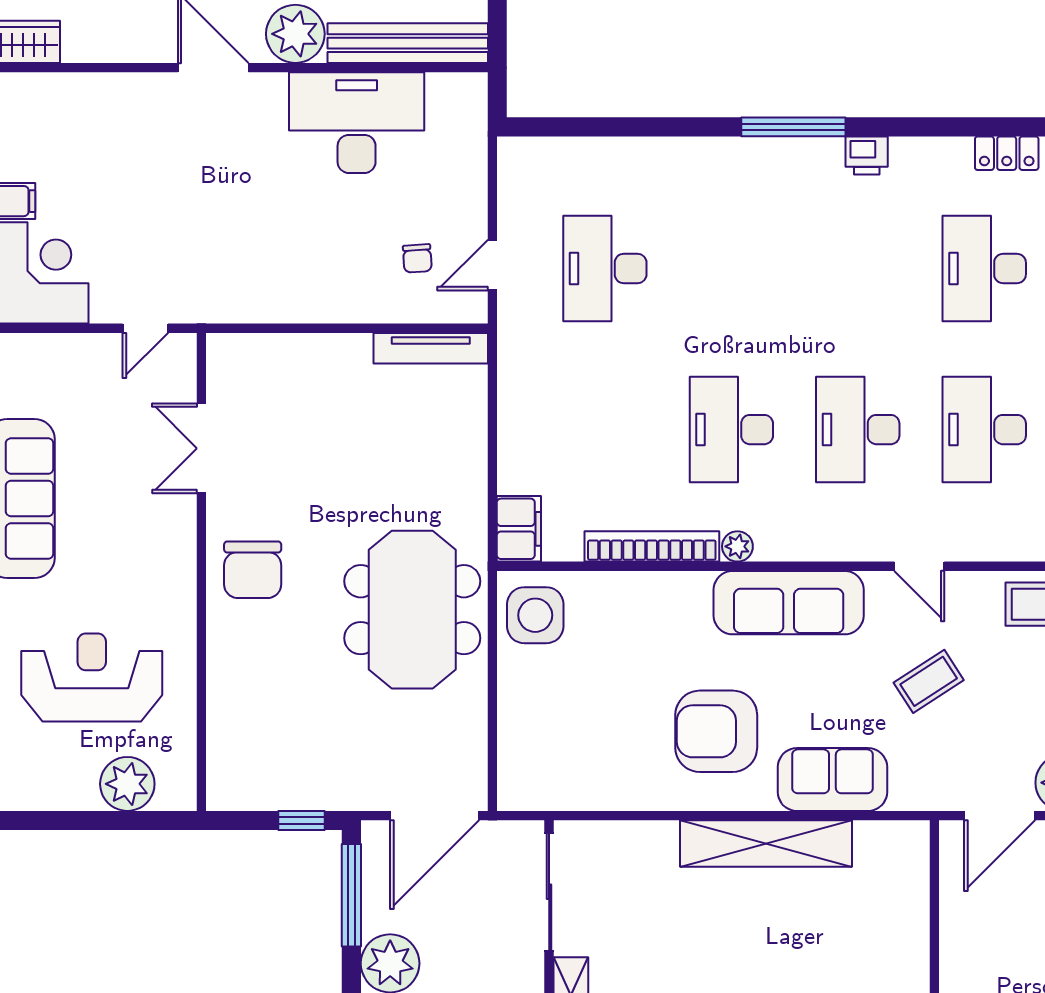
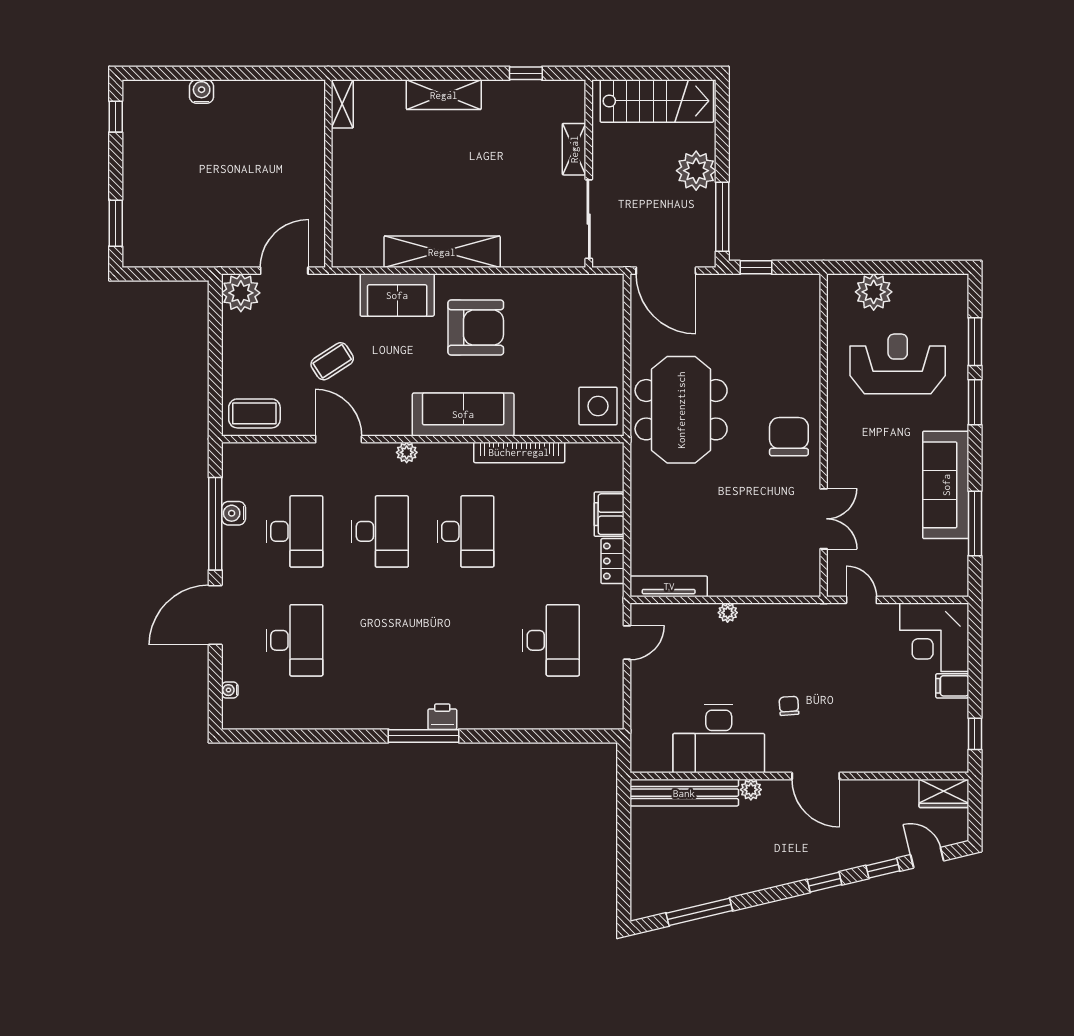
plant: (295, 34) -> (751, 790), width x0.53, depth x0.53
locker: (1007, 153) -> (613, 561), moved, turned -90
printer: (867, 155) -> (442, 717), moved
chair: (417, 258) -> (789, 706), moved
plant: (343, 309) -> (728, 613), added
door: (145, 328) -> (861, 600), hinge flipped
filing cabinet: (519, 529) -> (609, 514), moved
plant: (737, 546) -> (407, 452), moved
door: (919, 566) -> (339, 439), width x1.38
sofa: (789, 603) -> (463, 414), moved
reception desk: (92, 678) -> (898, 364), turned 180
door: (435, 816) -> (666, 271), swing flipped

